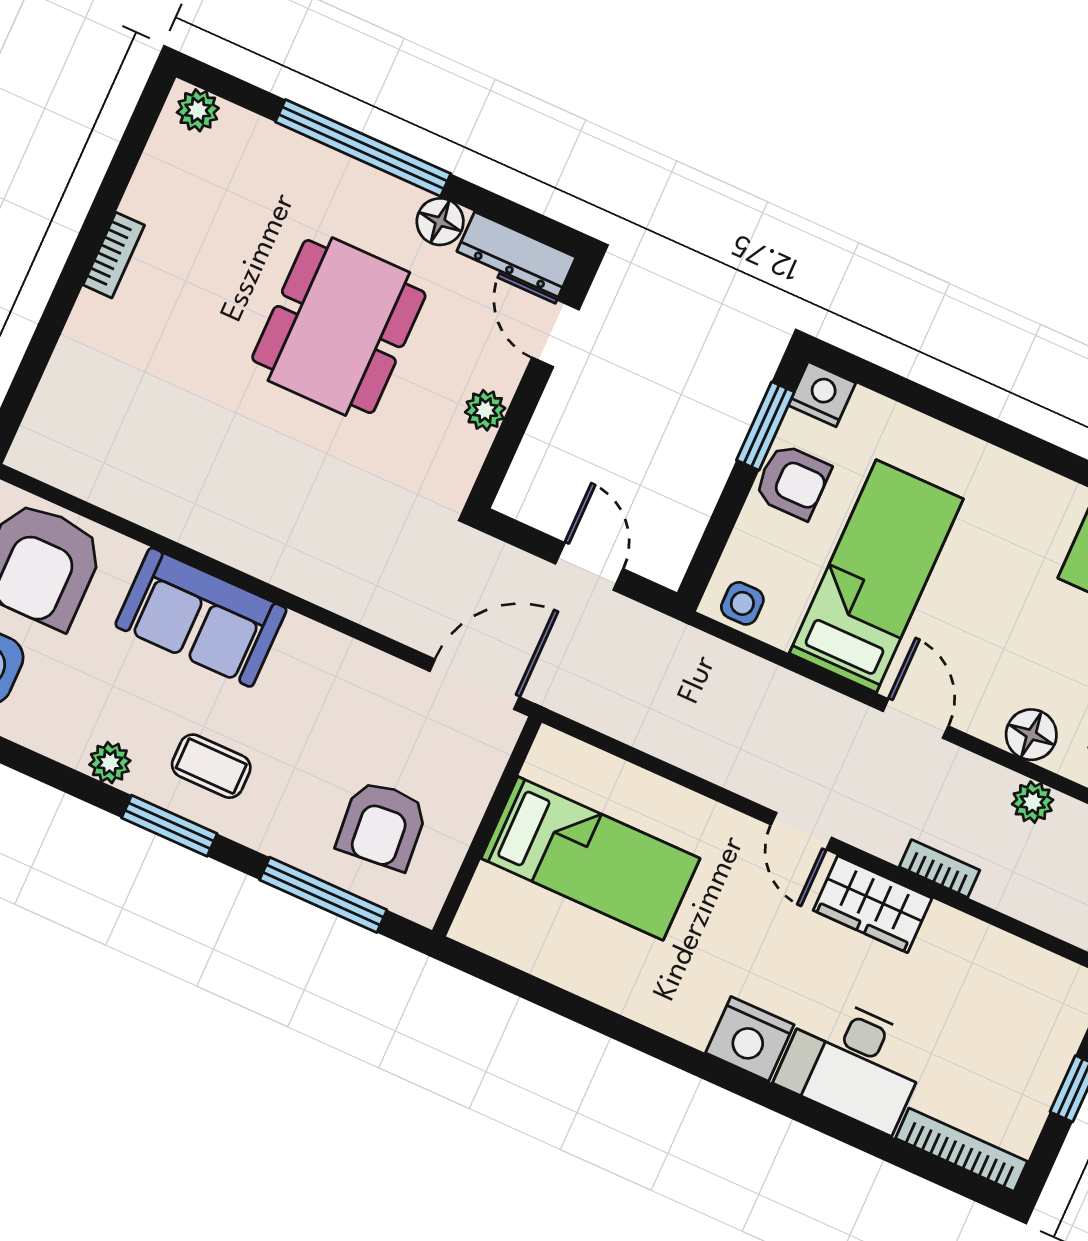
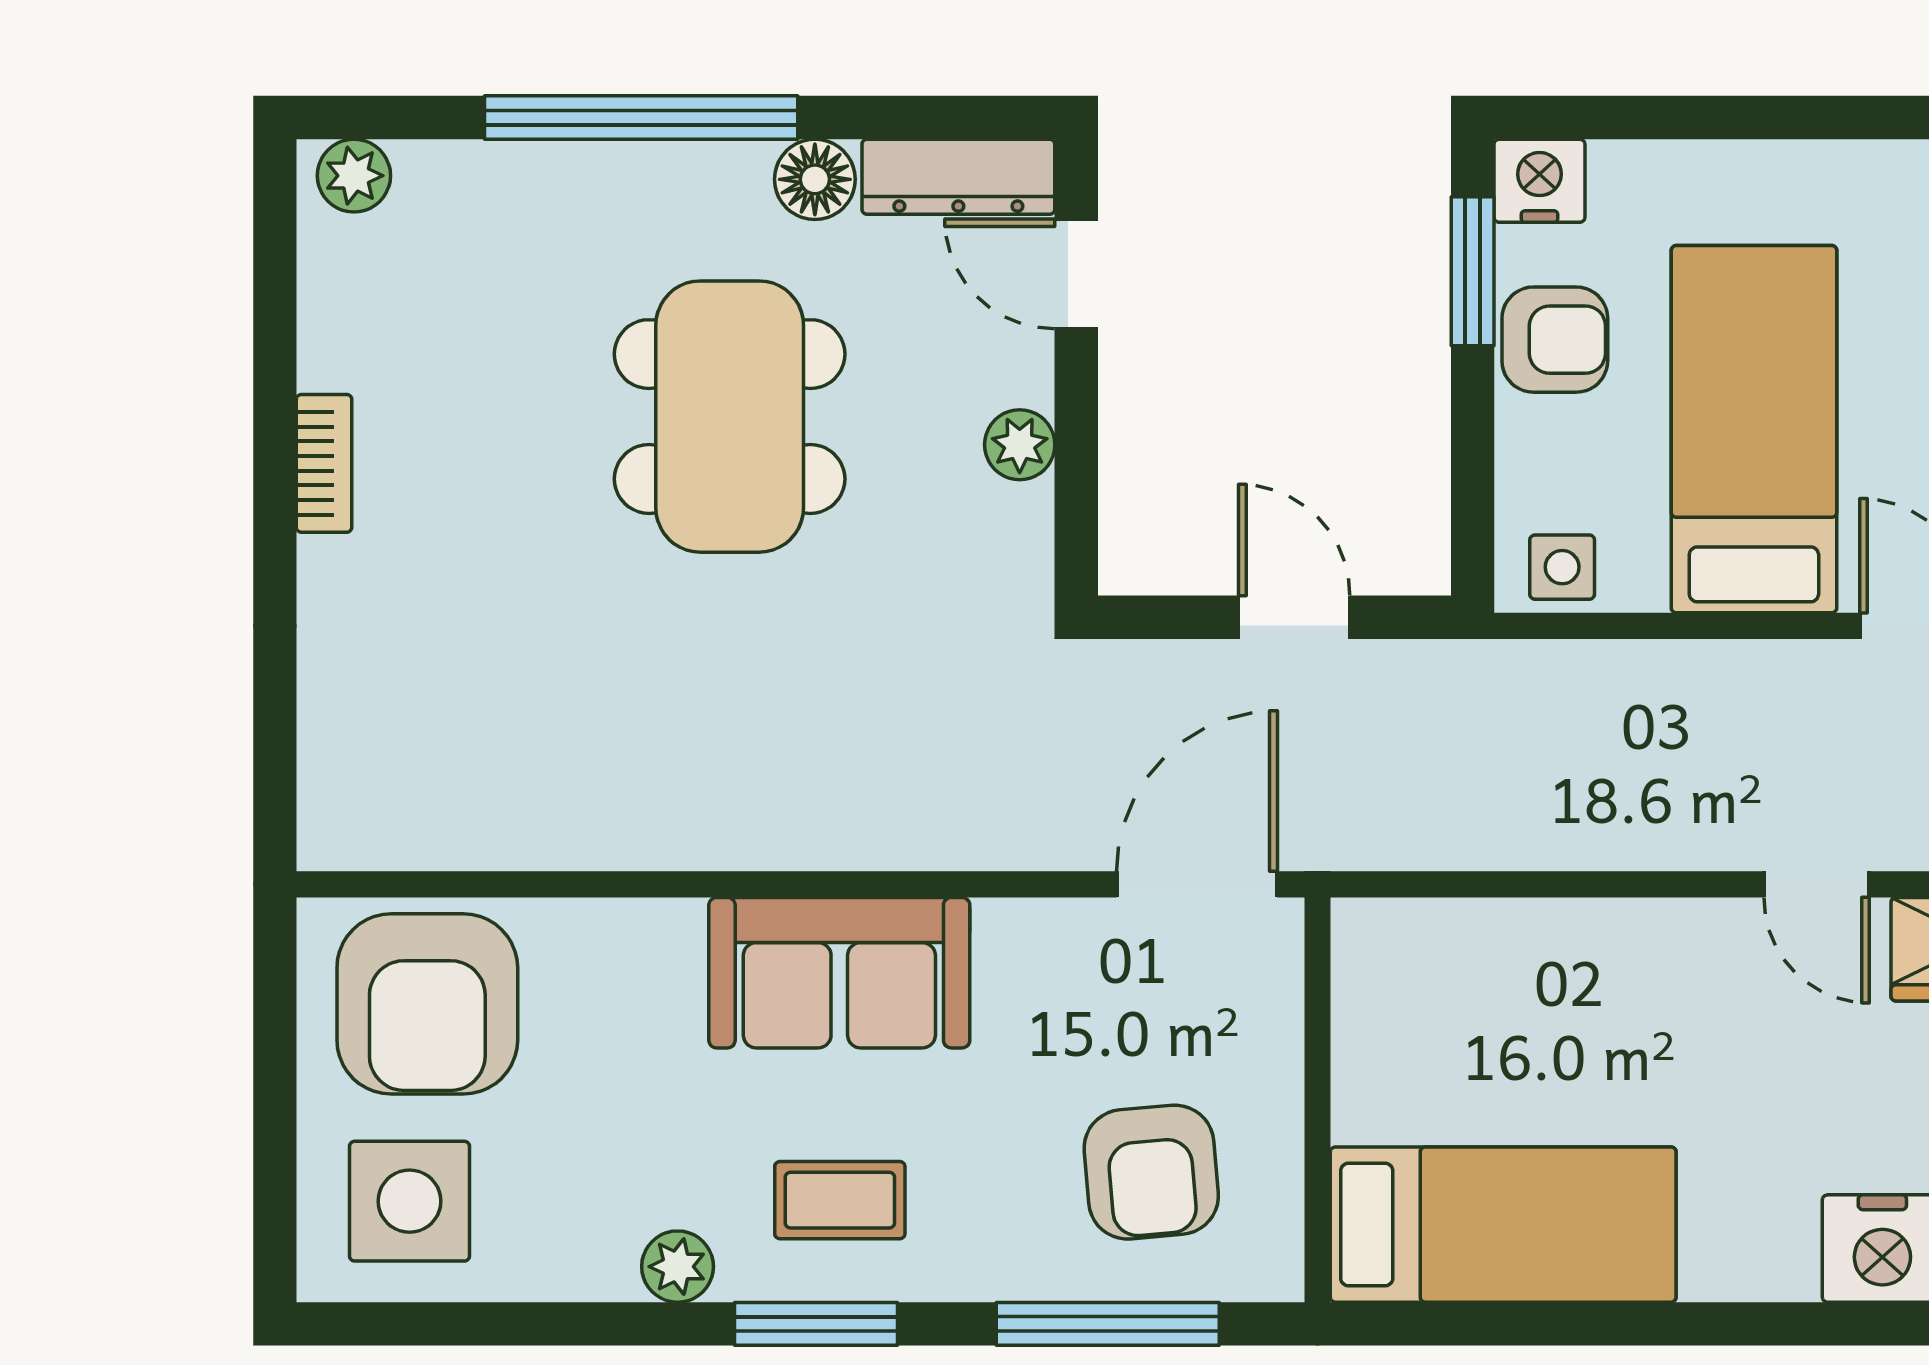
sofa: (201, 617) -> (839, 973), moved
bed: (590, 858) -> (1503, 1225), moved

